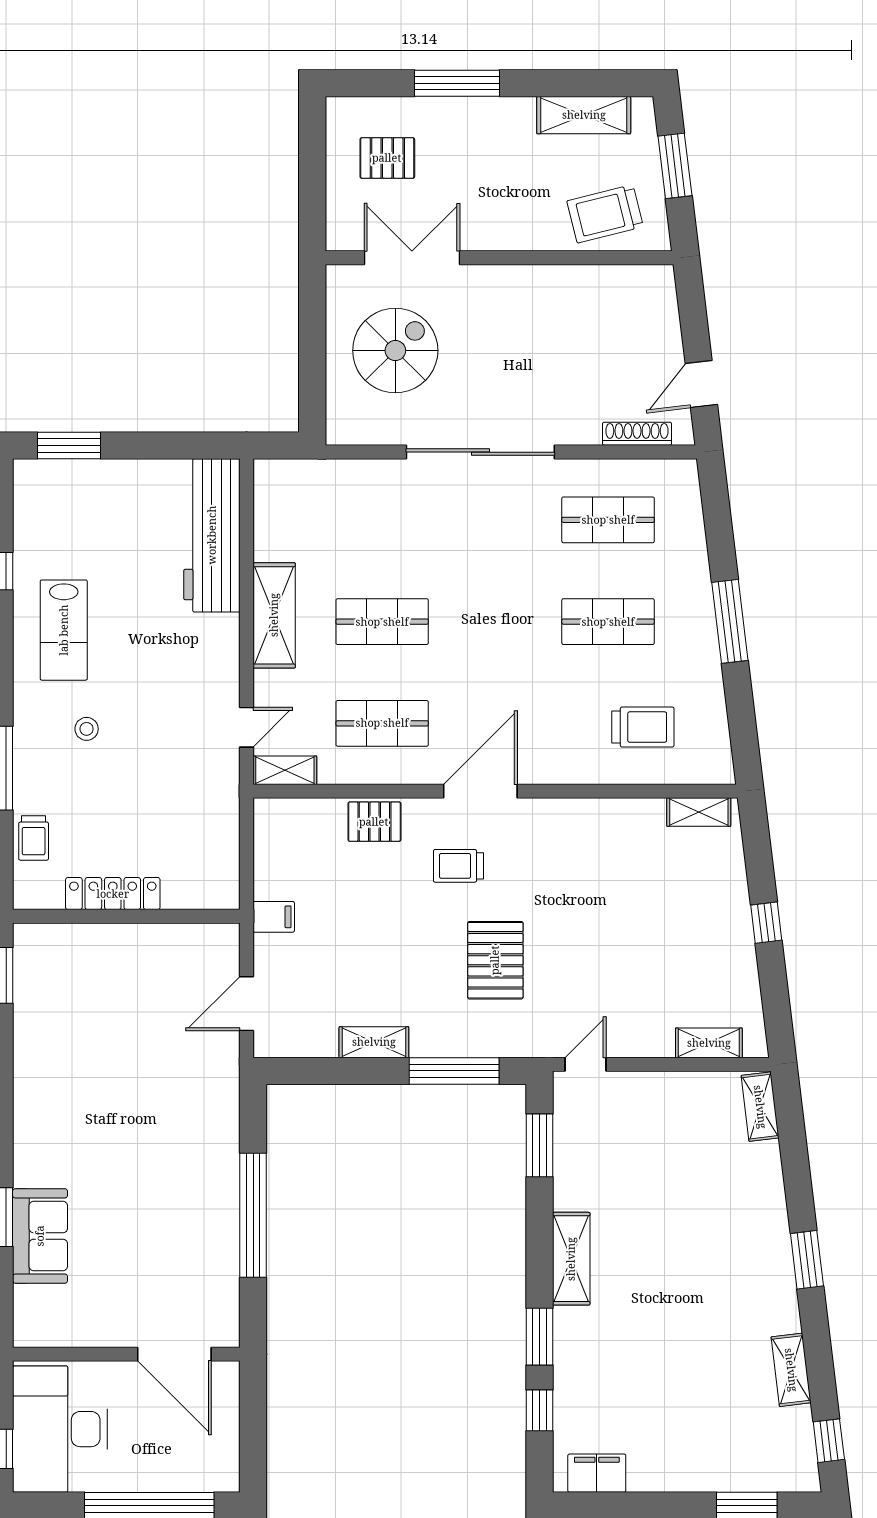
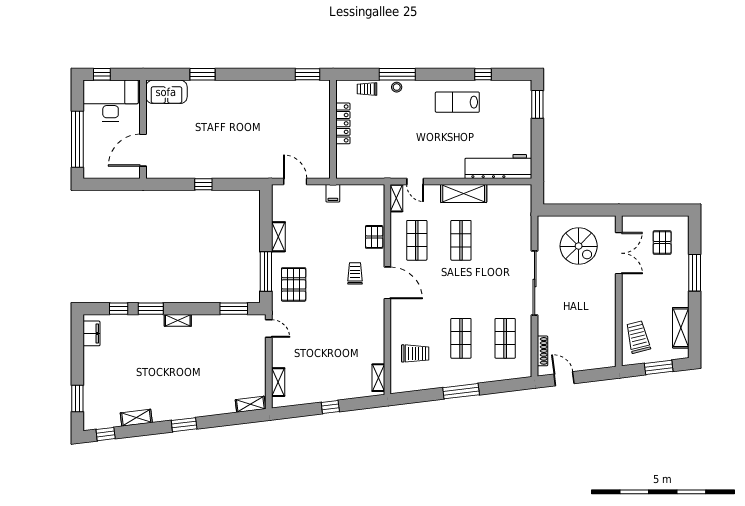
trolley: (643, 727) -> (415, 353), turned -90
stool: (87, 729) -> (397, 87), moved
pallet: (495, 960) -> (294, 284), moved, turned 90
window: (253, 1215) -> (203, 184), width x0.32
sofa: (40, 1236) -> (166, 92), moved
shelving: (571, 1259) -> (178, 320), width x0.67, depth x0.75

